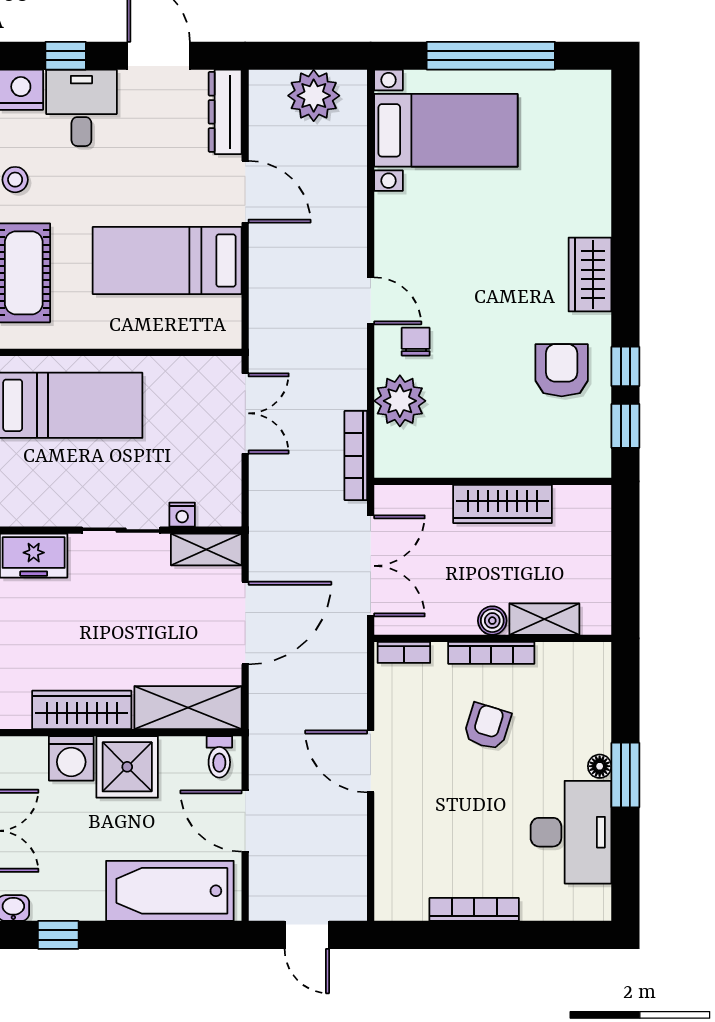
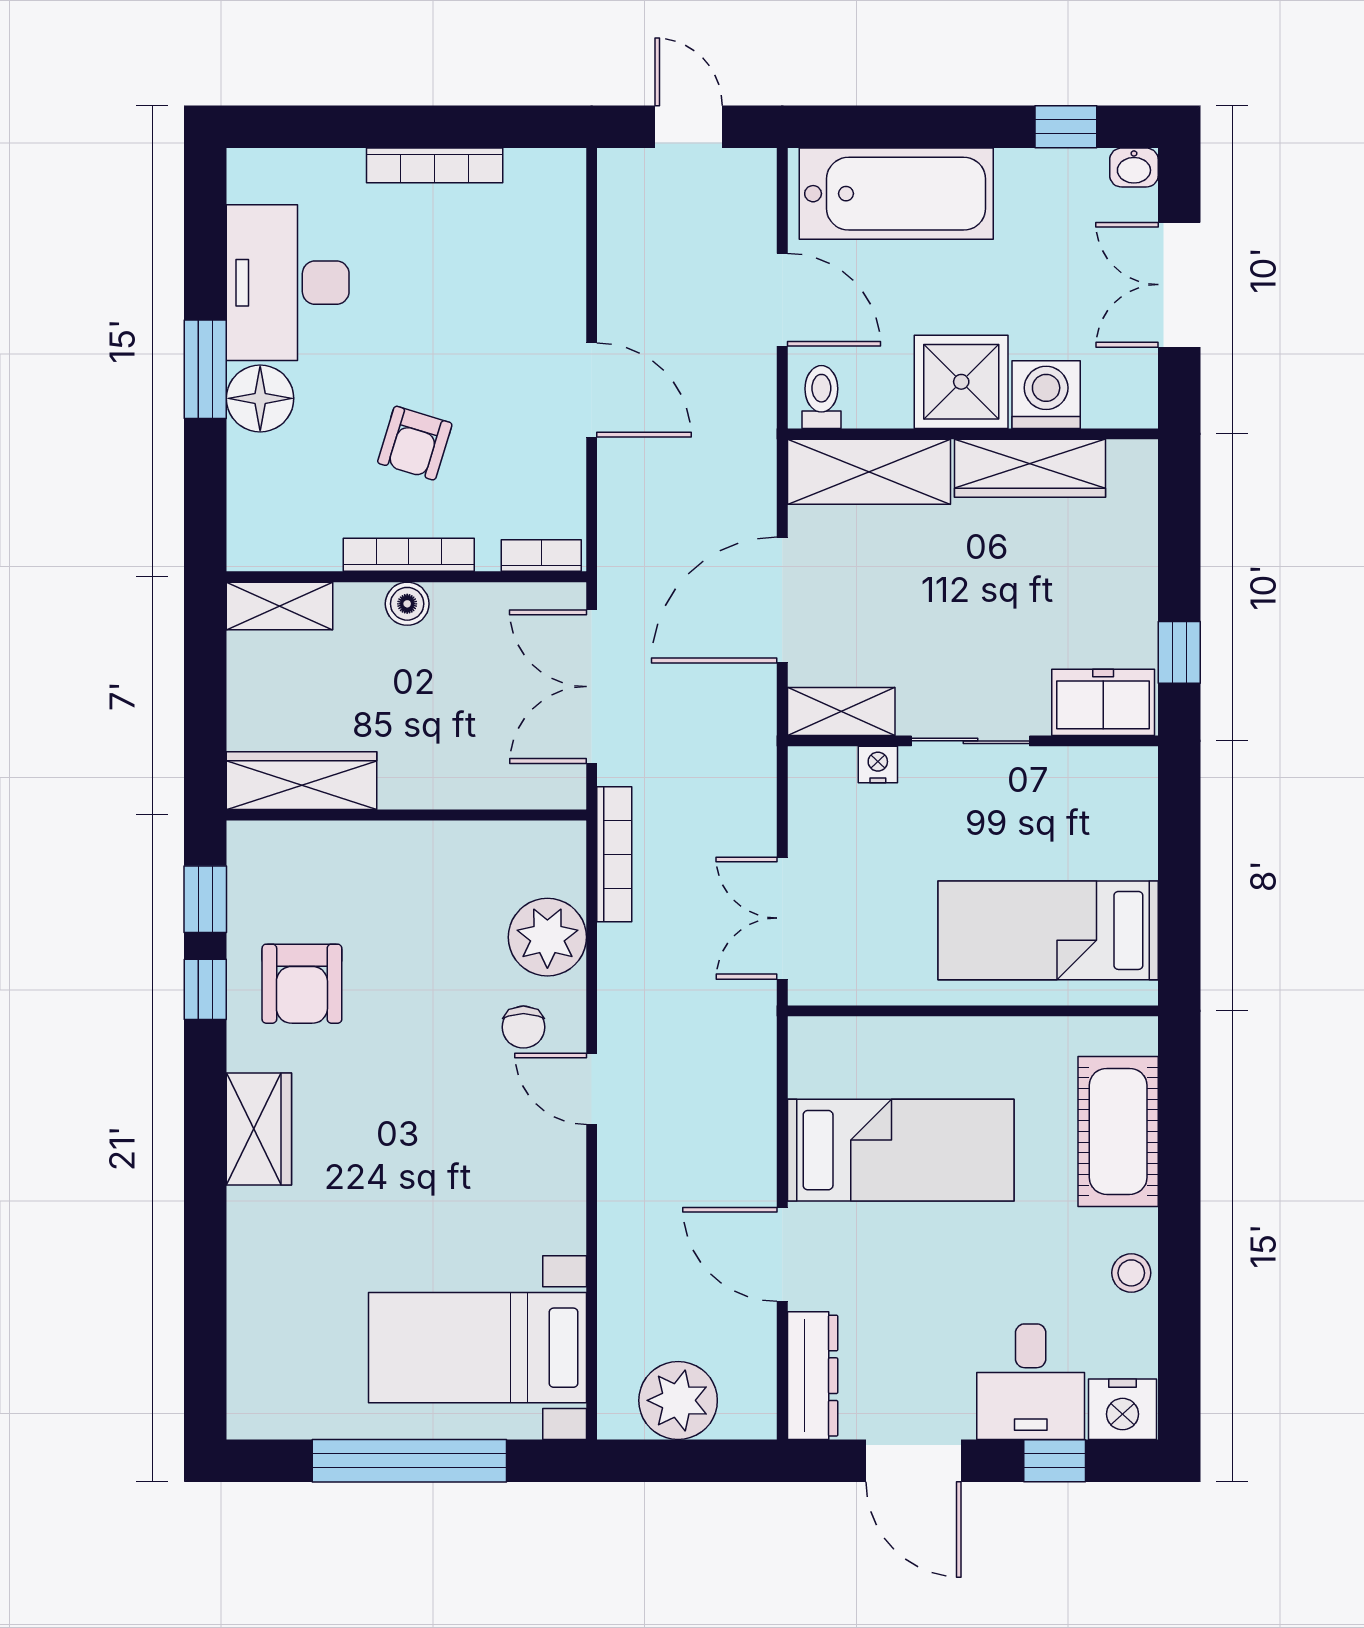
wardrobe: (503, 504) -> (301, 781), moved
shelving: (544, 619) -> (280, 606), moved
floor lamp: (600, 766) -> (260, 398), width x1.89, depth x1.89

